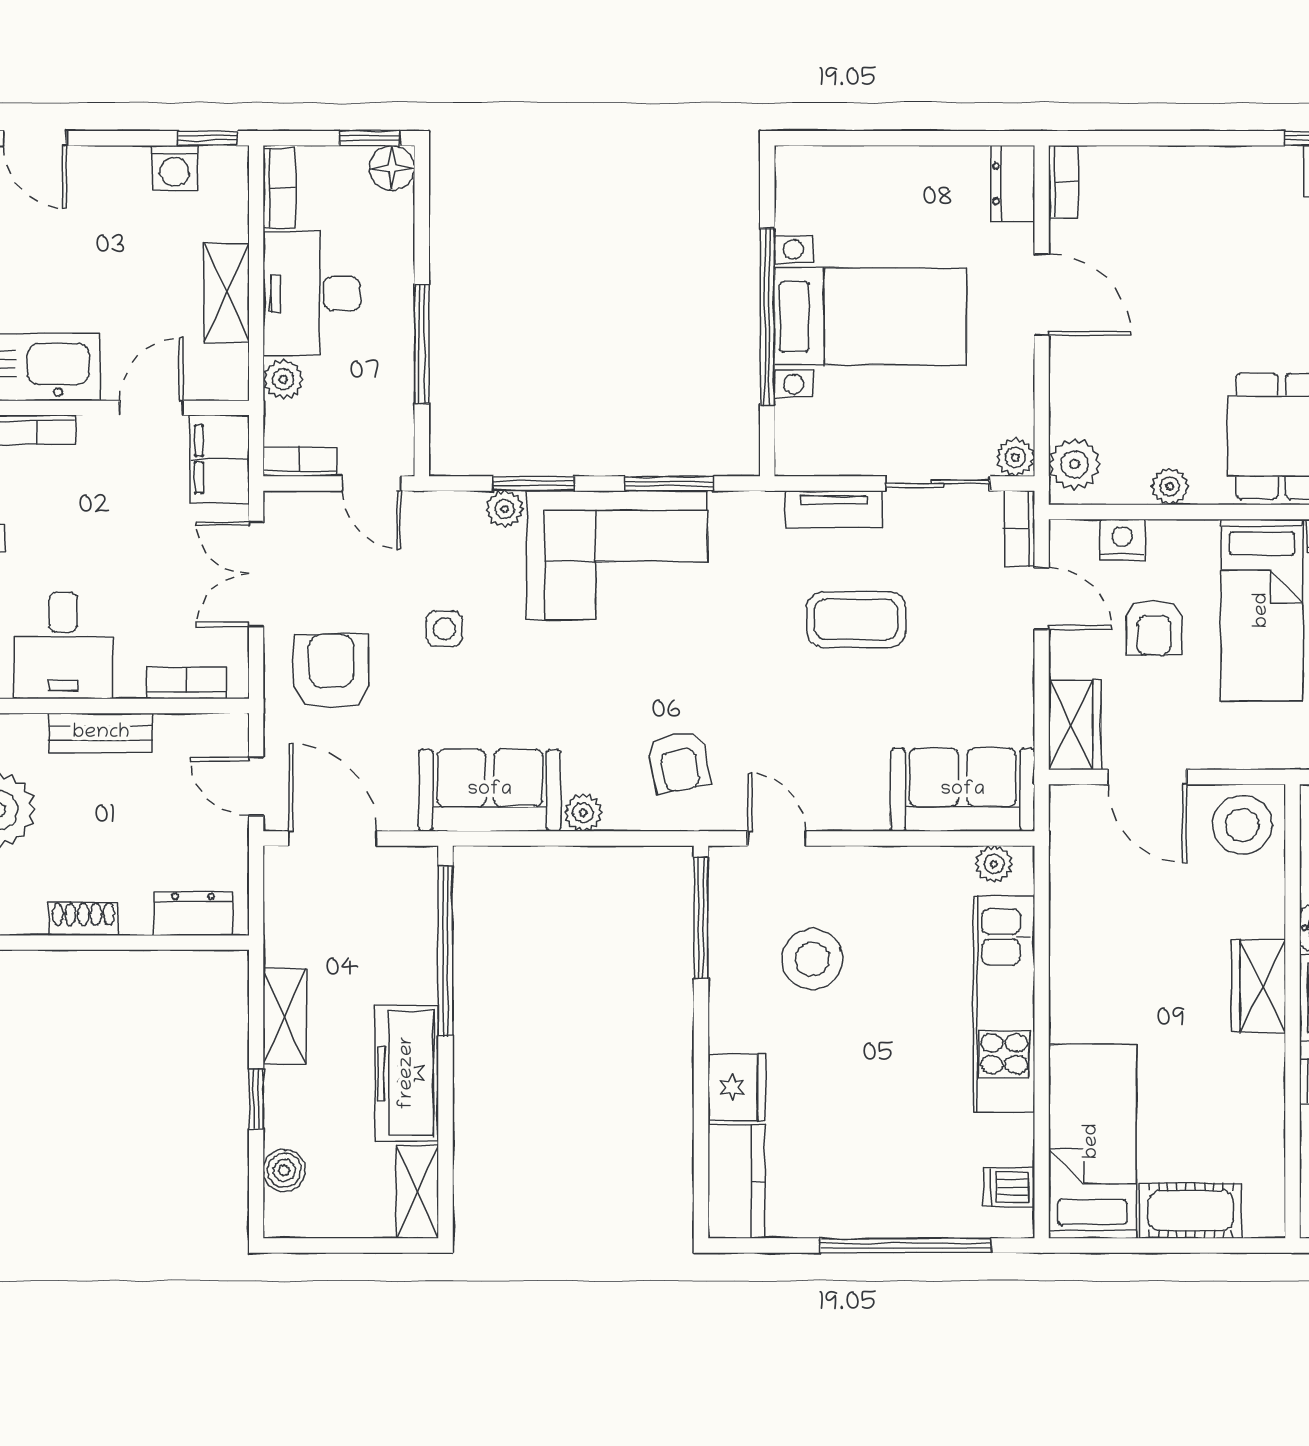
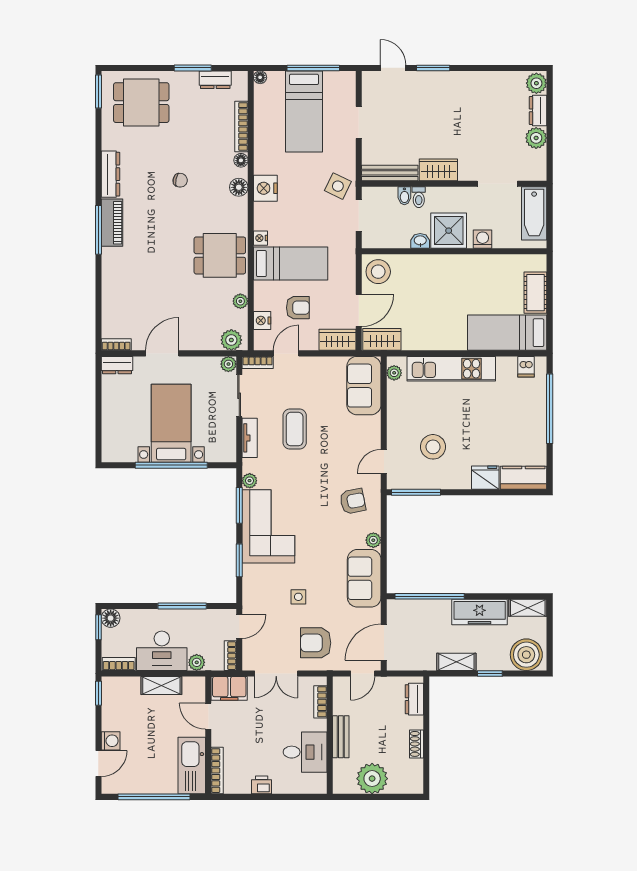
washing machine: (175, 168) -> (111, 741), moved
plant: (505, 509) -> (250, 481), moved
wardrobe: (1258, 986) -> (382, 339), moved, turned 180
boiler: (284, 1170) -> (526, 655), width x1.86, depth x1.86

